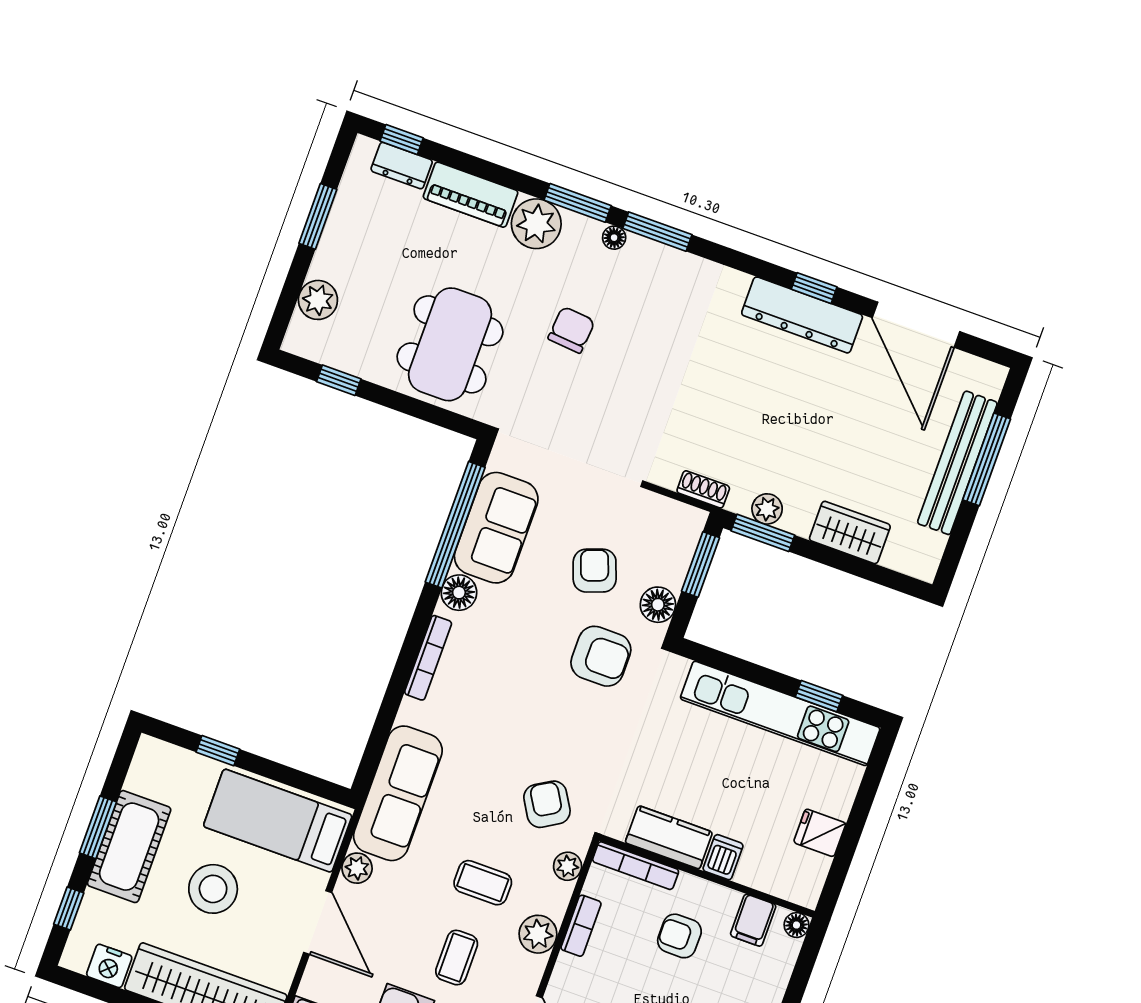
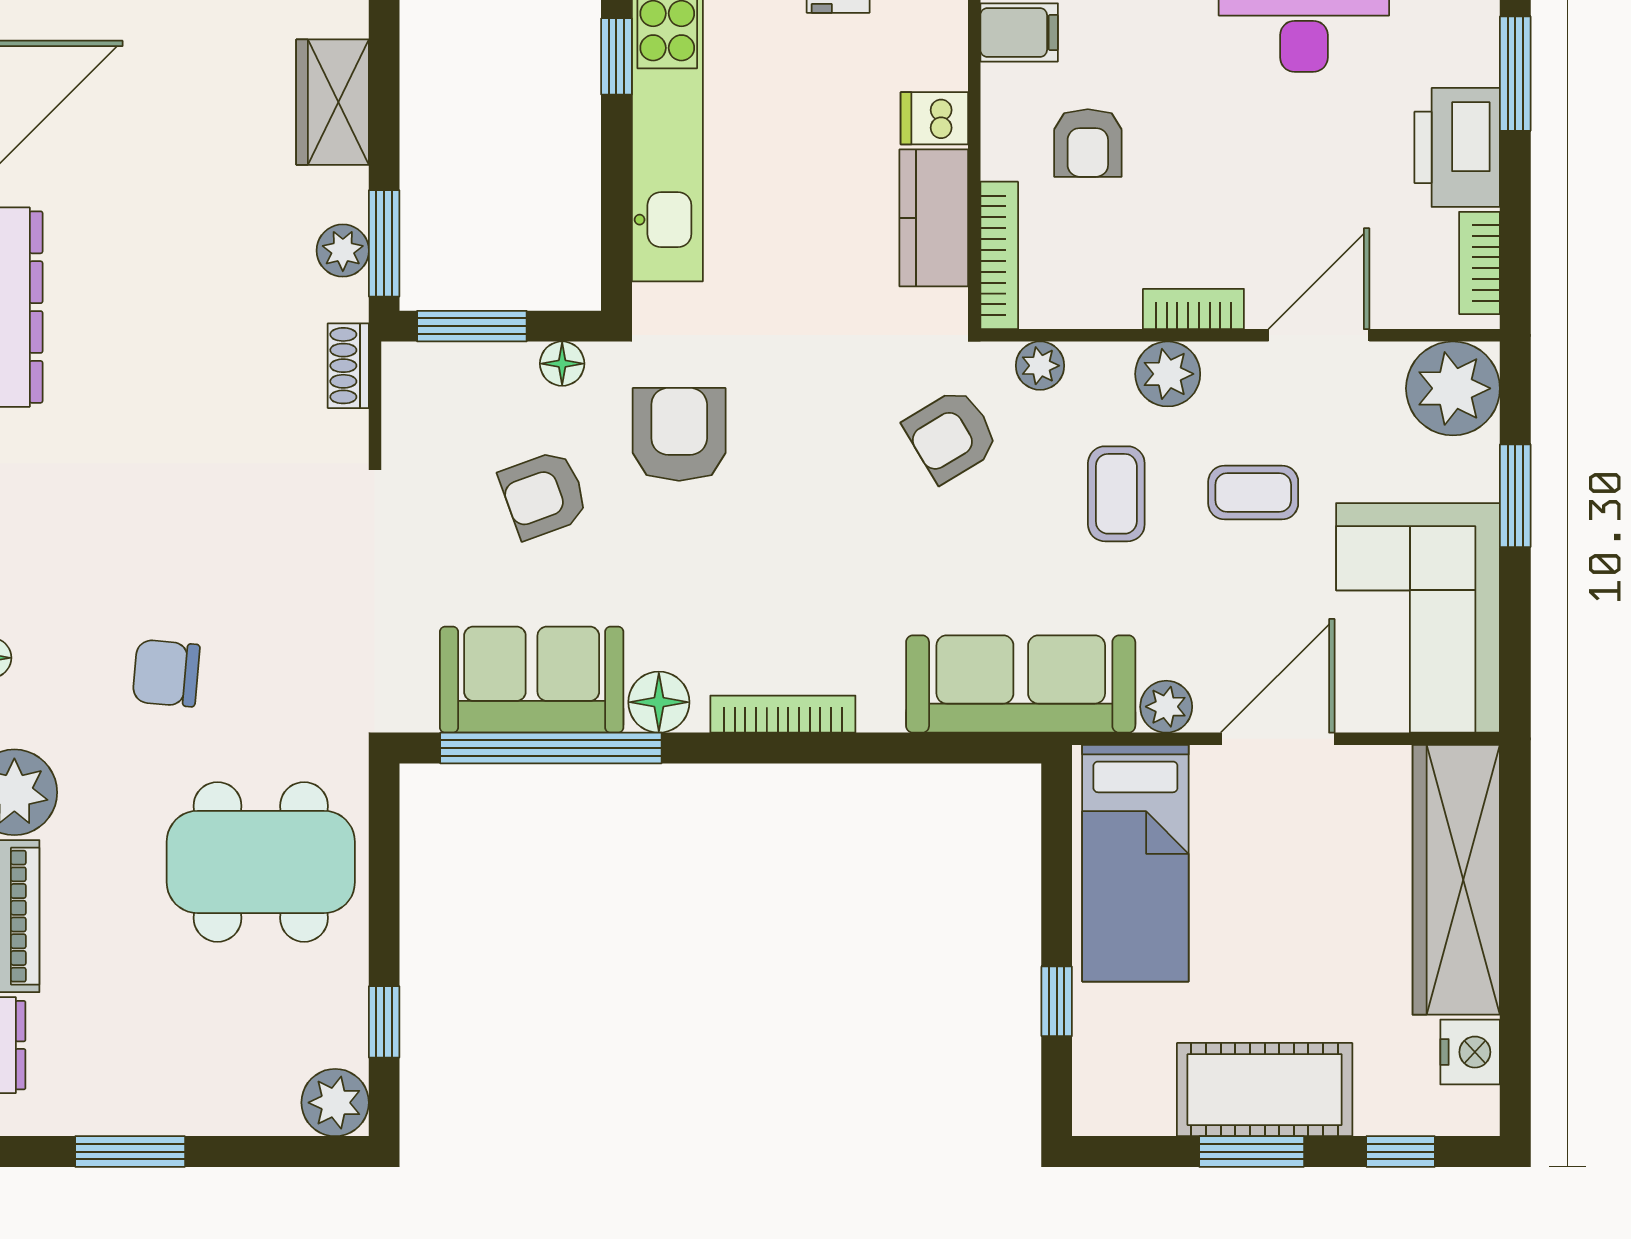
plant: (318, 300) -> (335, 1103), moved
floor lamp: (658, 605) -> (562, 364), width x0.73, depth x0.73
stool: (213, 889) -> (1284, 928), removed
bookcase: (581, 926) -> (1193, 309), moved

